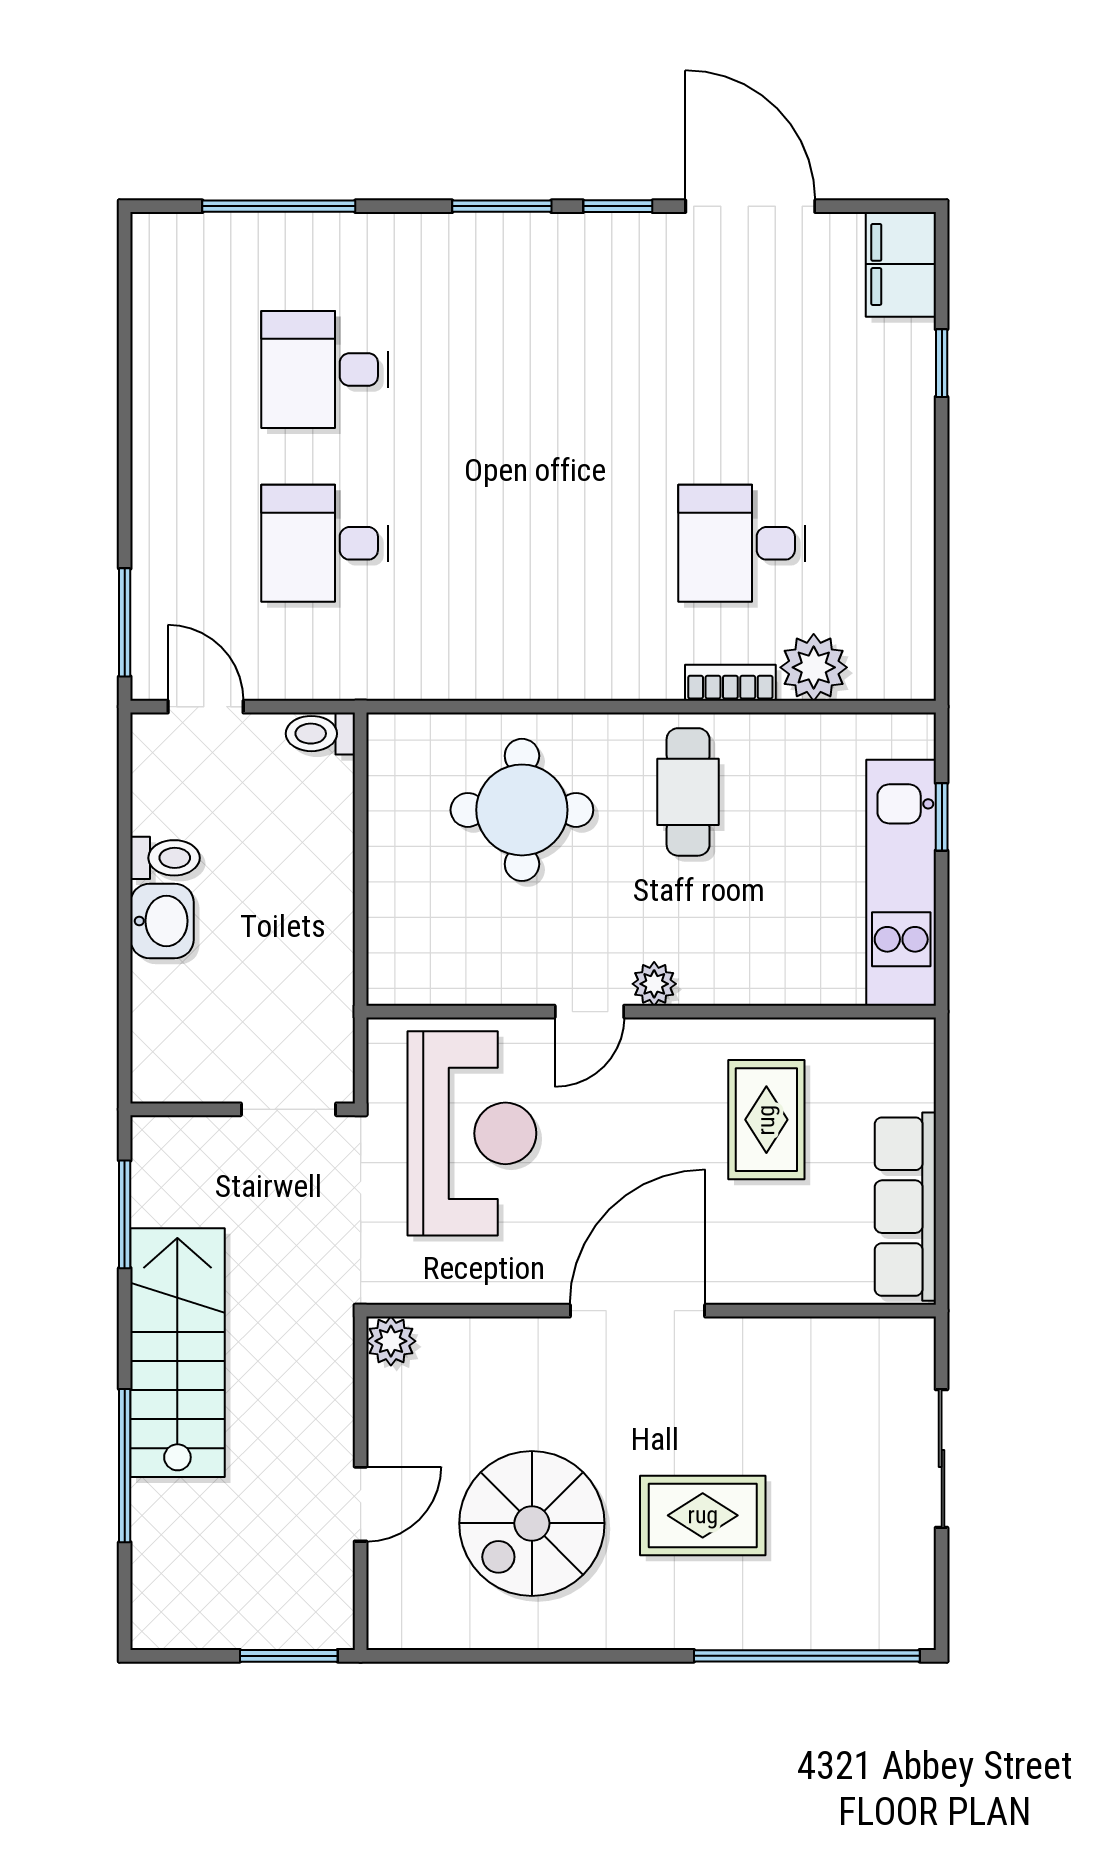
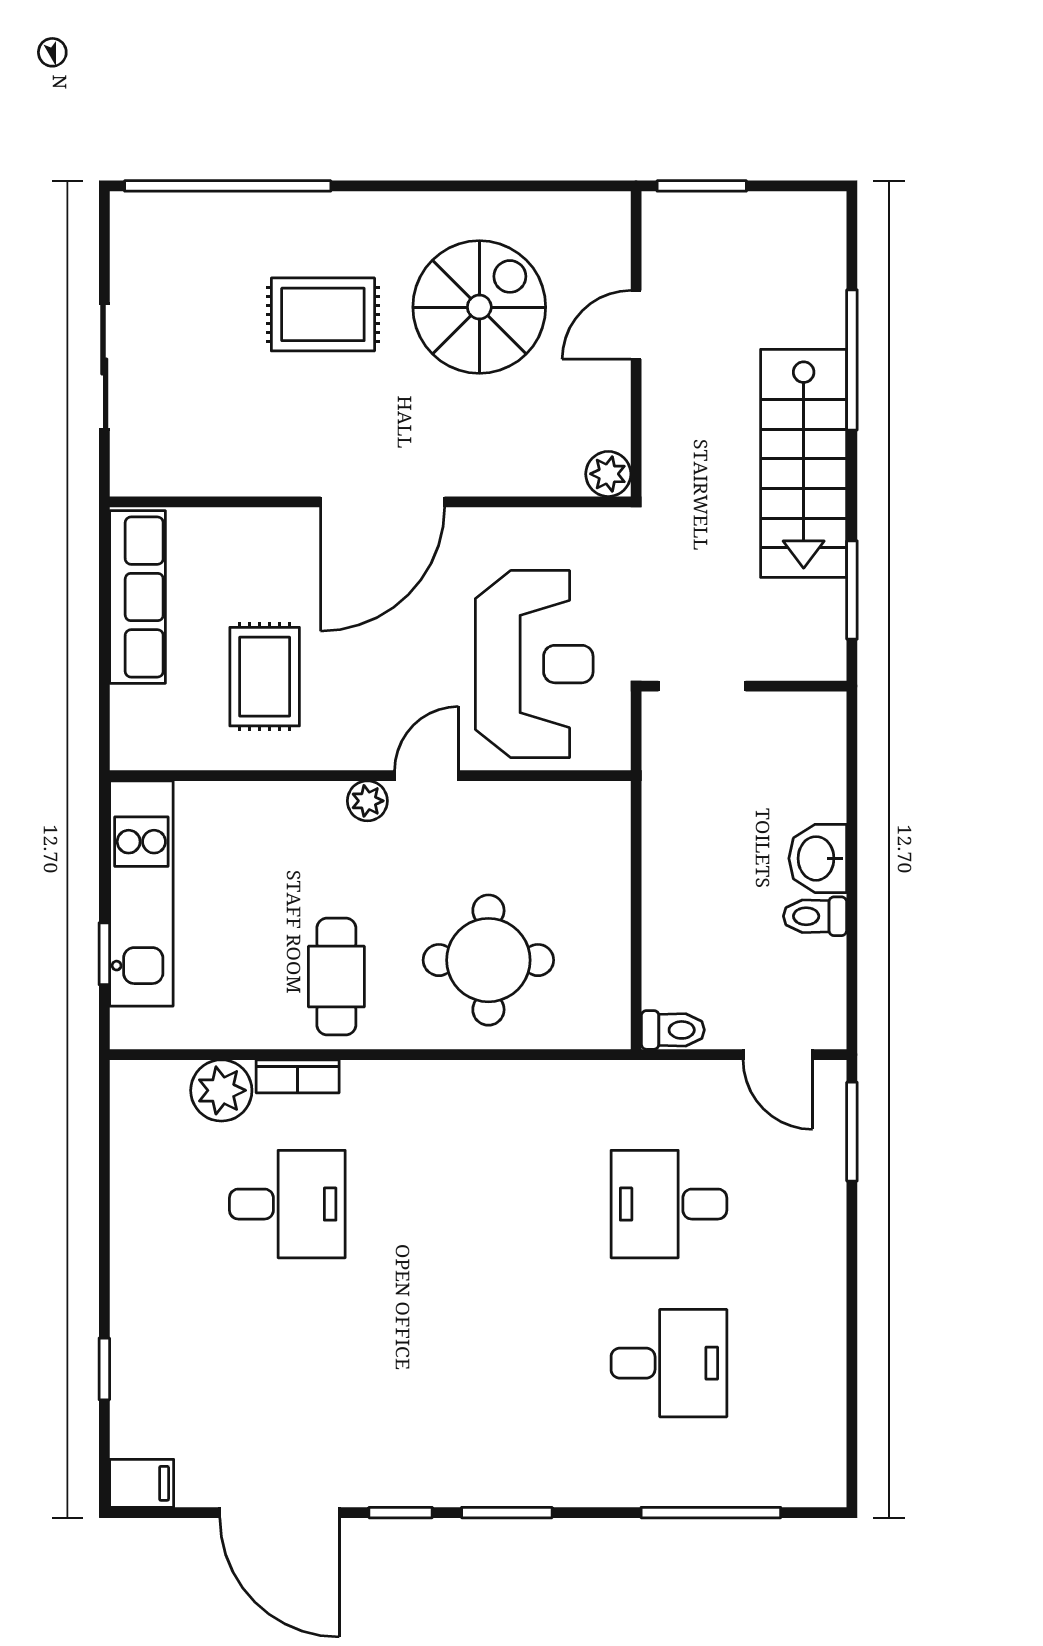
filing cabinet: (901, 264) -> (142, 1483), width x0.50
desk: (325, 543) -> (669, 1204), turned 180
reception desk: (472, 1133) -> (534, 664), turned 180

